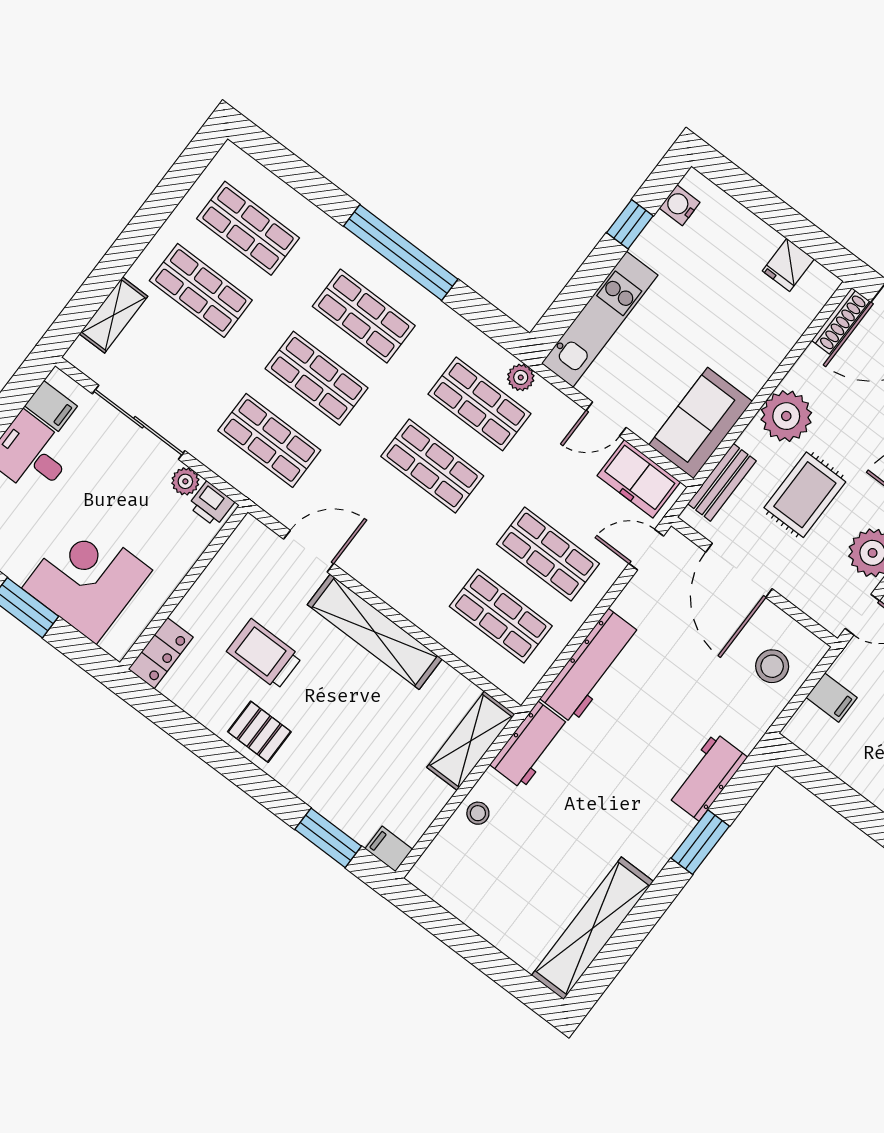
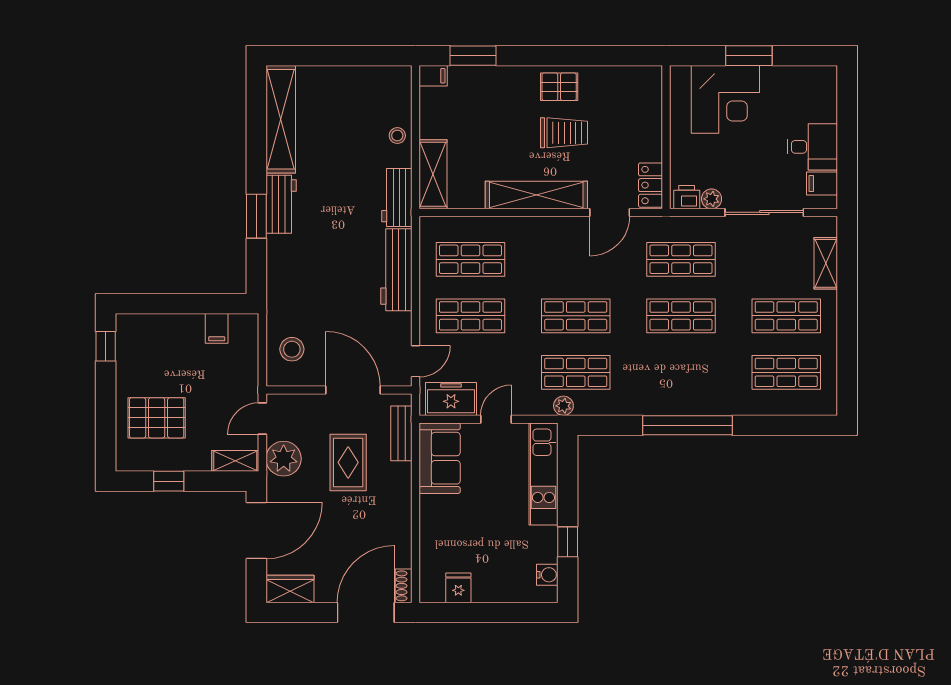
shop shelf: (364, 316) -> (681, 372), removed
shoe rack: (841, 321) -> (404, 586), width x0.70
plant: (786, 416) -> (393, 500), removed
locker: (161, 653) -> (651, 185), moved
trolley: (264, 654) -> (564, 133), moved
filing cabinet: (832, 698) -> (217, 328), moved, turned -90
workbench: (707, 777) -> (281, 204), moved

